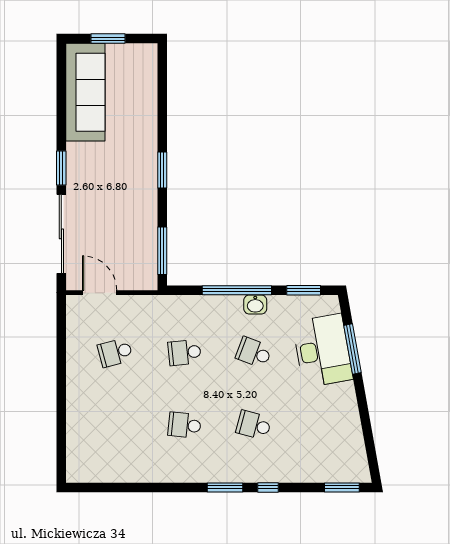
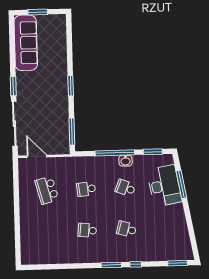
school desk: (115, 353) -> (47, 190), width x1.85

